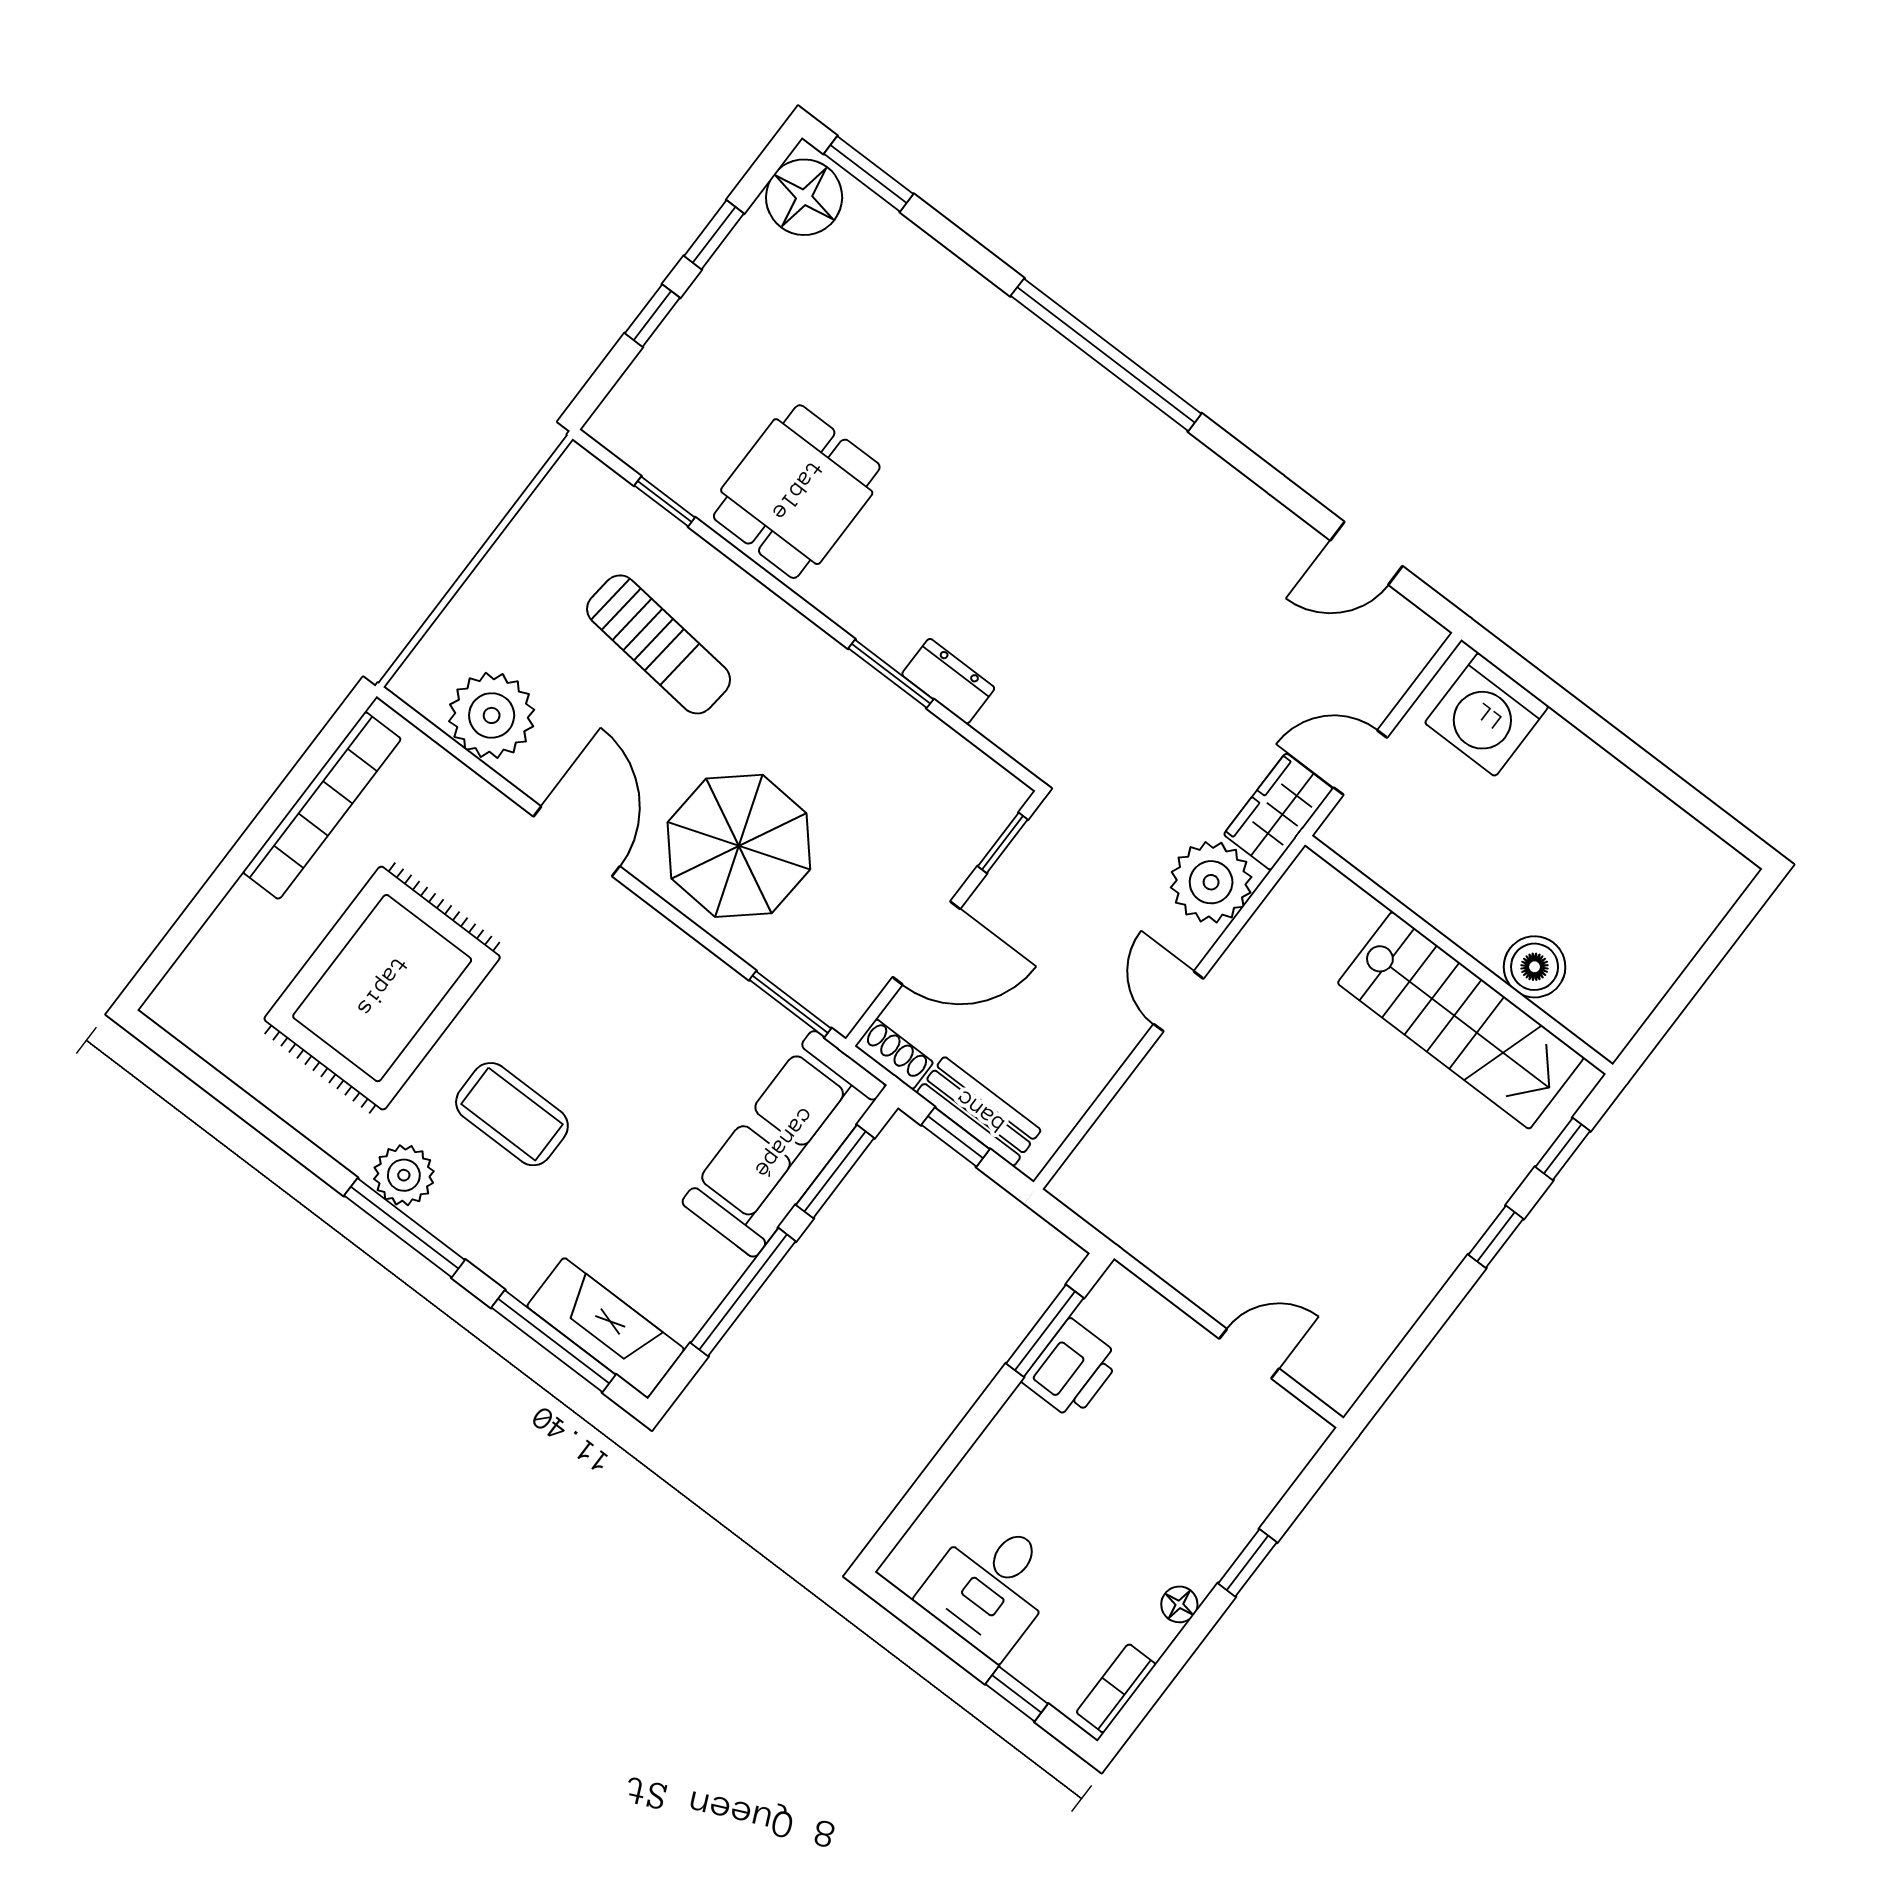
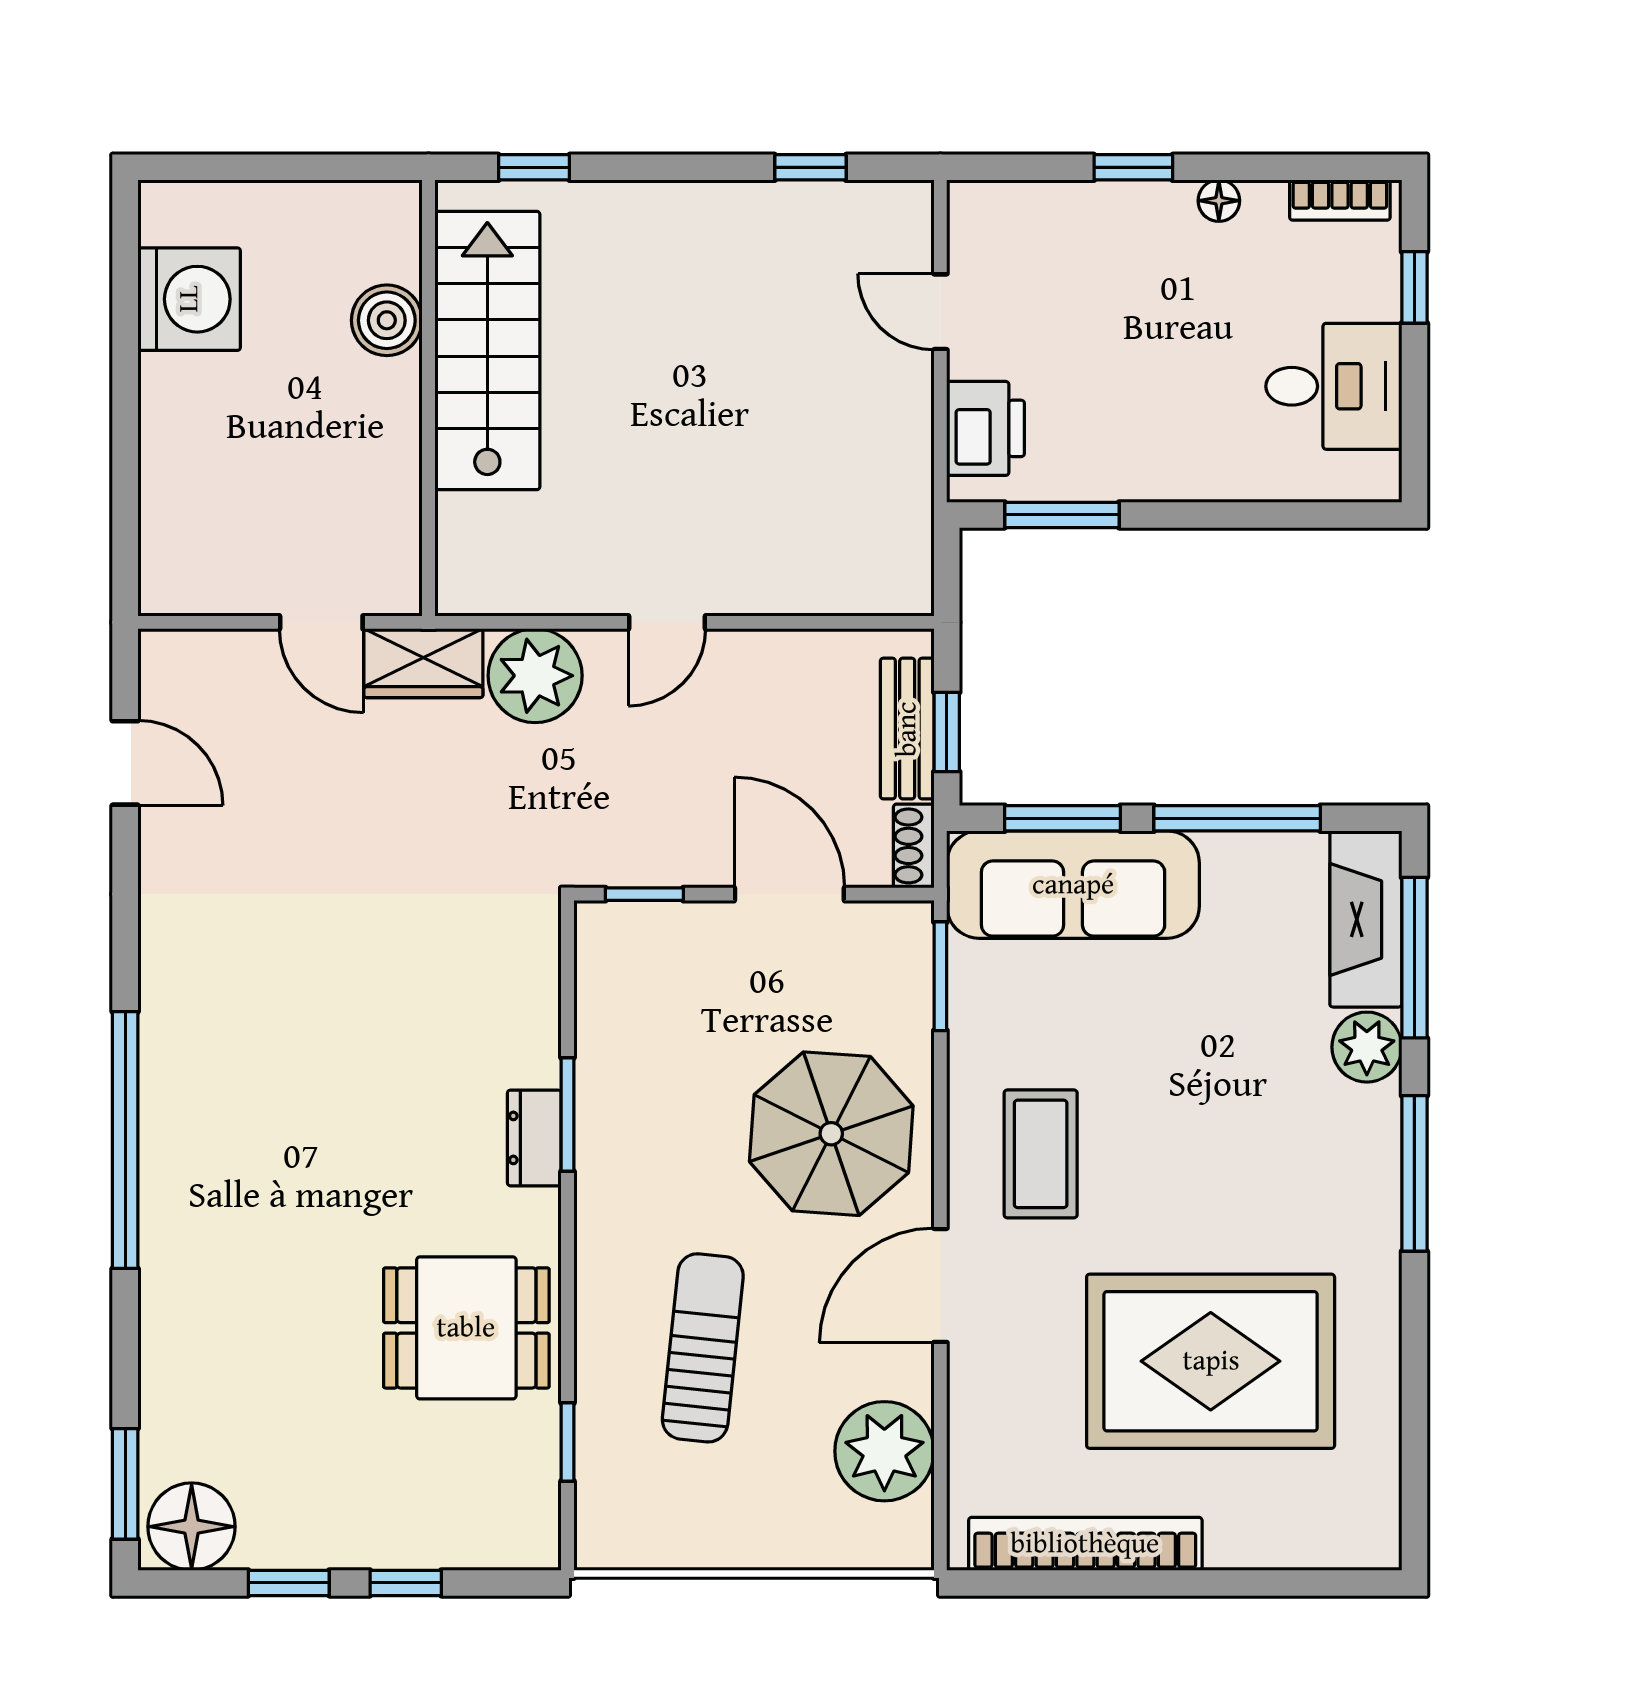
dresser: (948, 681) -> (534, 1138), moved
washing machine: (1487, 715) -> (189, 299), moved
coffee table: (512, 1114) -> (1041, 1154), moved
plant: (404, 1175) -> (1367, 1047), moved
window: (1496, 1237) -> (810, 167), moved
printer: (1072, 1369) -> (986, 428), moved, turned 90

